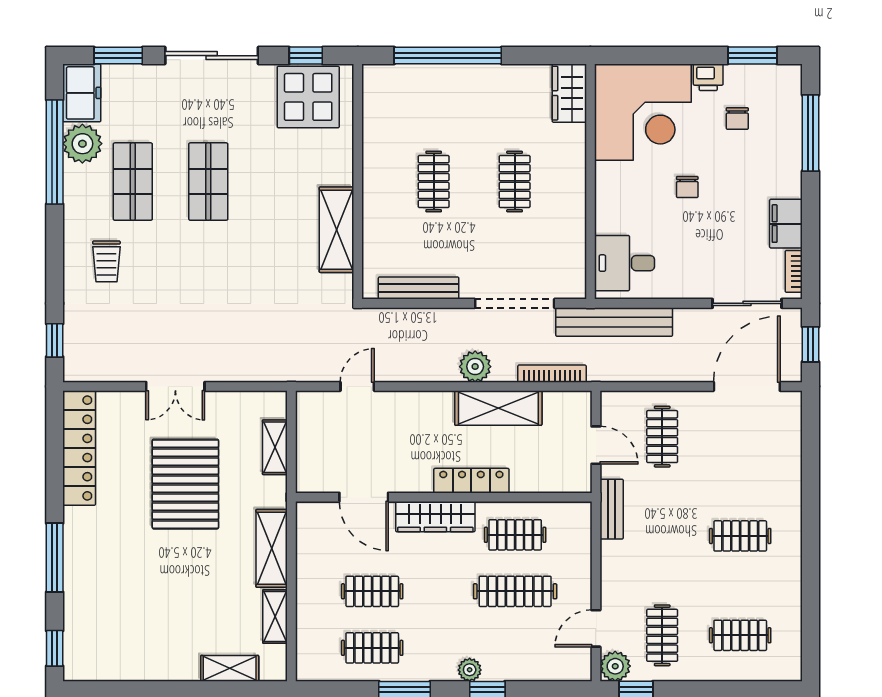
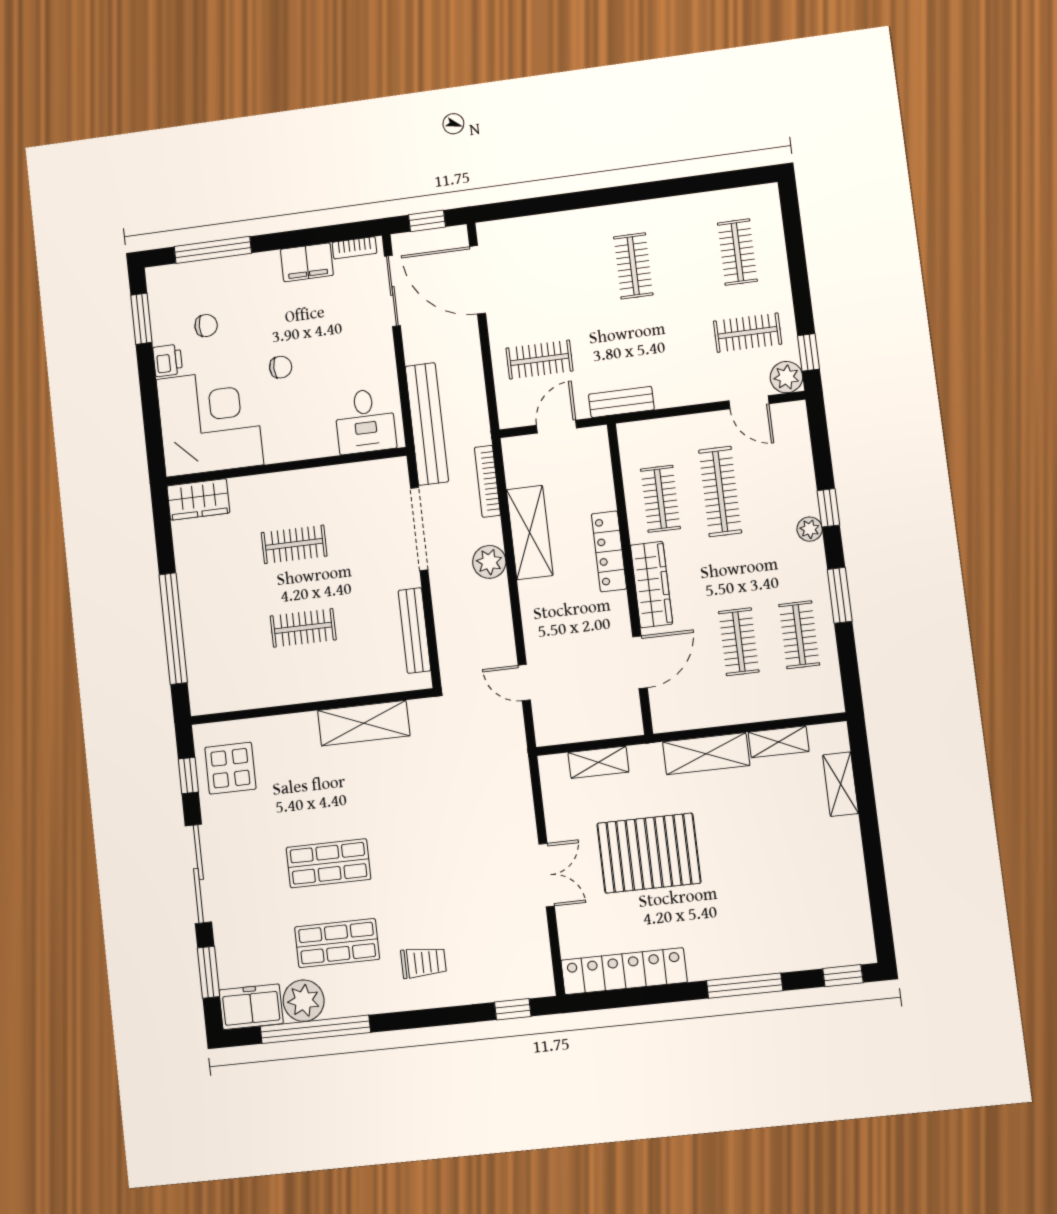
display table: (308, 97) -> (230, 768), width x0.73, depth x0.73

